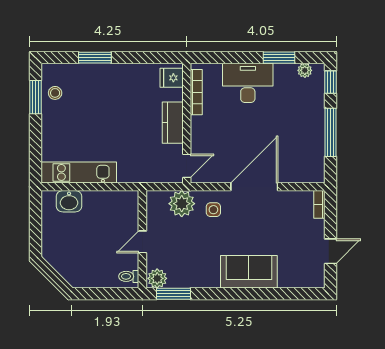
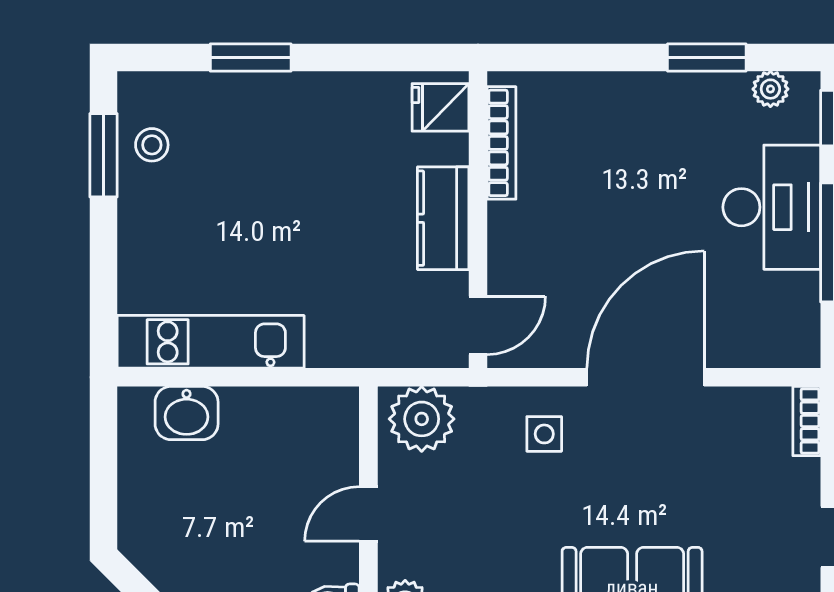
desk: (248, 83) -> (772, 207), moved, turned 90
plant: (182, 204) -> (422, 419), moved

